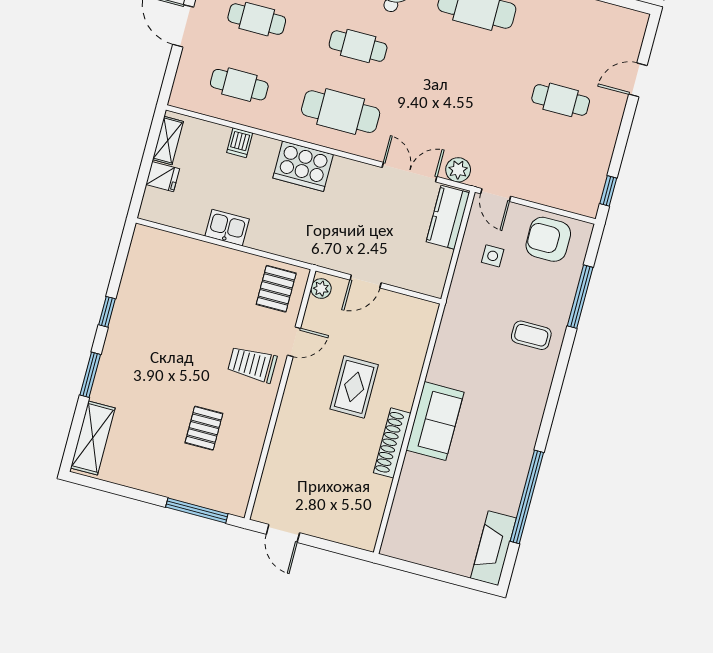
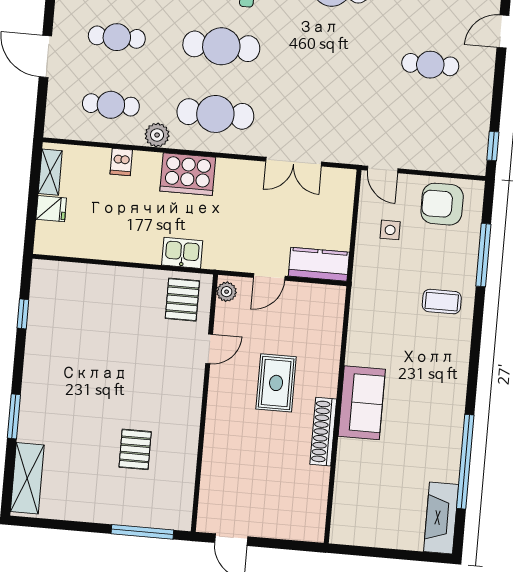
cafe table: (358, 46) -> (221, 46), width x1.37, depth x1.35
plant: (458, 170) -> (157, 135), moved
double door: (409, 172) -> (294, 162), swing flipped
kitchen counter: (448, 217) -> (319, 264), moved, turned 90
kitchen sink: (227, 228) -> (182, 253), moved
window: (107, 312) -> (23, 314), moved
trolley: (252, 364) -> (172, 378), removed

